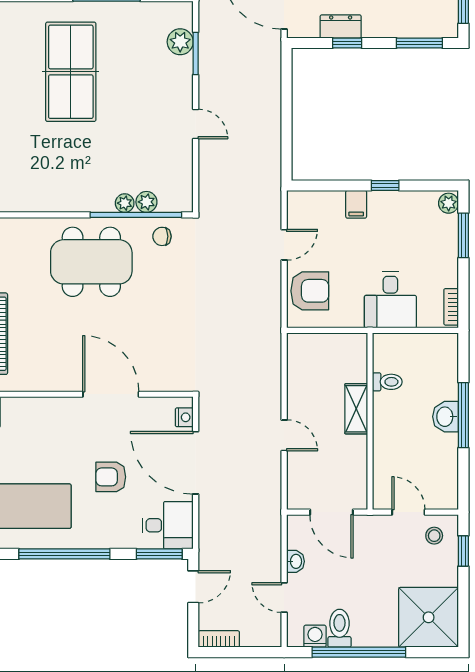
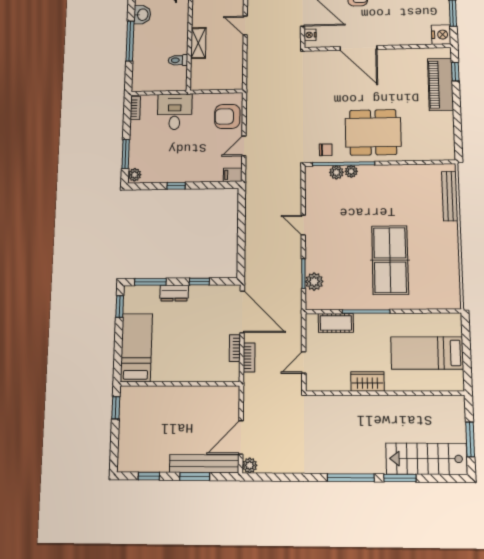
dresser: (341, 26) -> (174, 293), moved
filing cabinet: (356, 204) -> (233, 175), moved, turned -90
washbasin: (446, 417) -> (142, 15), moved

